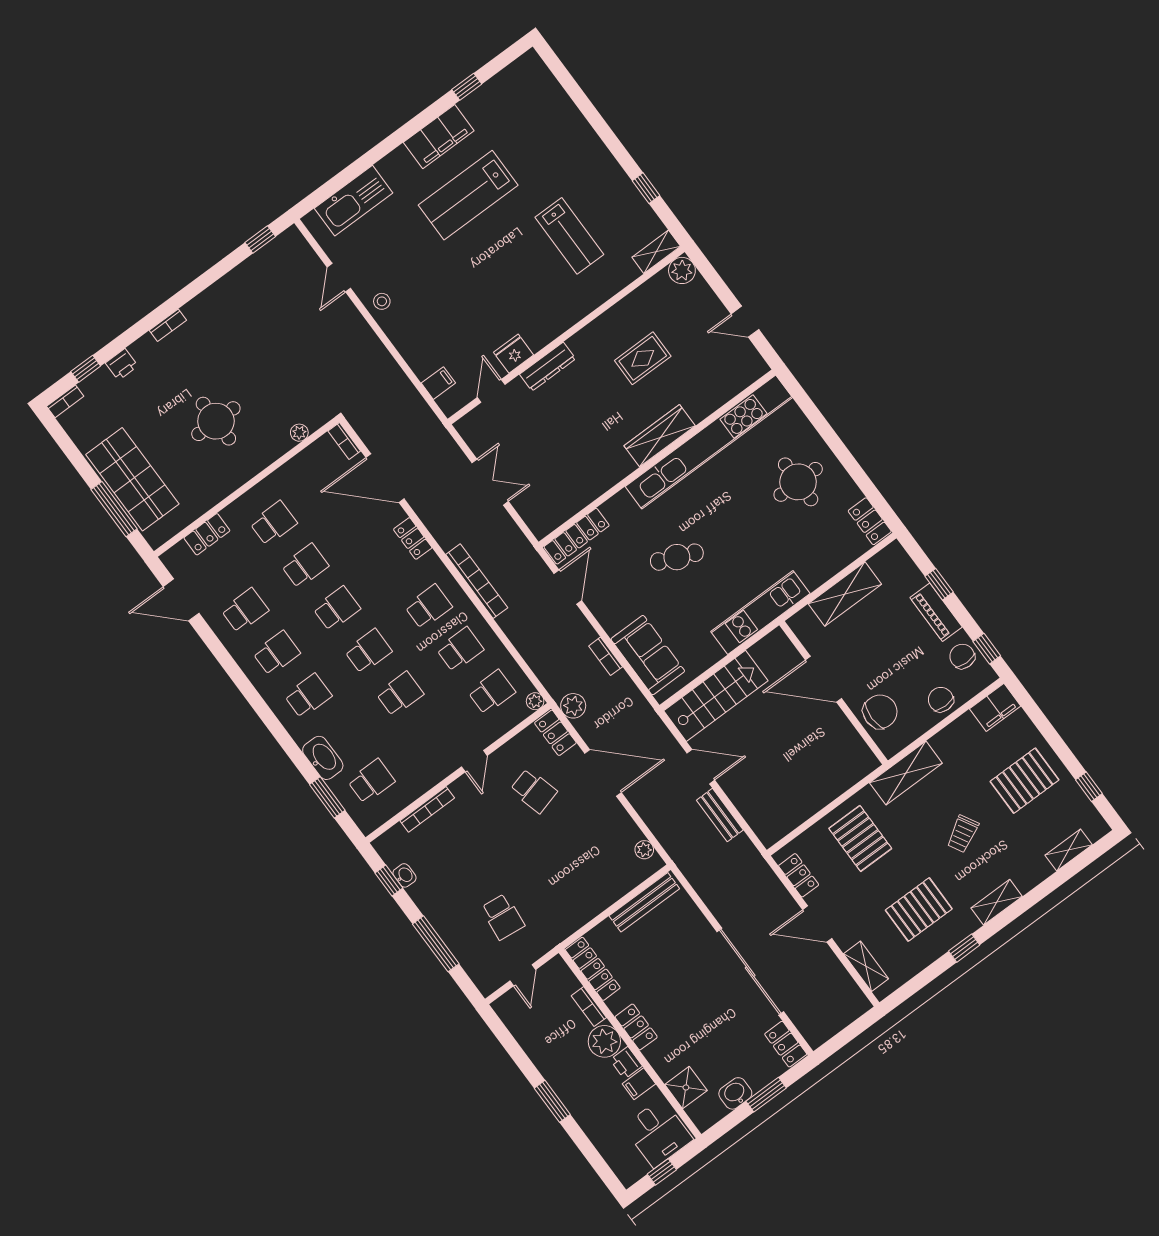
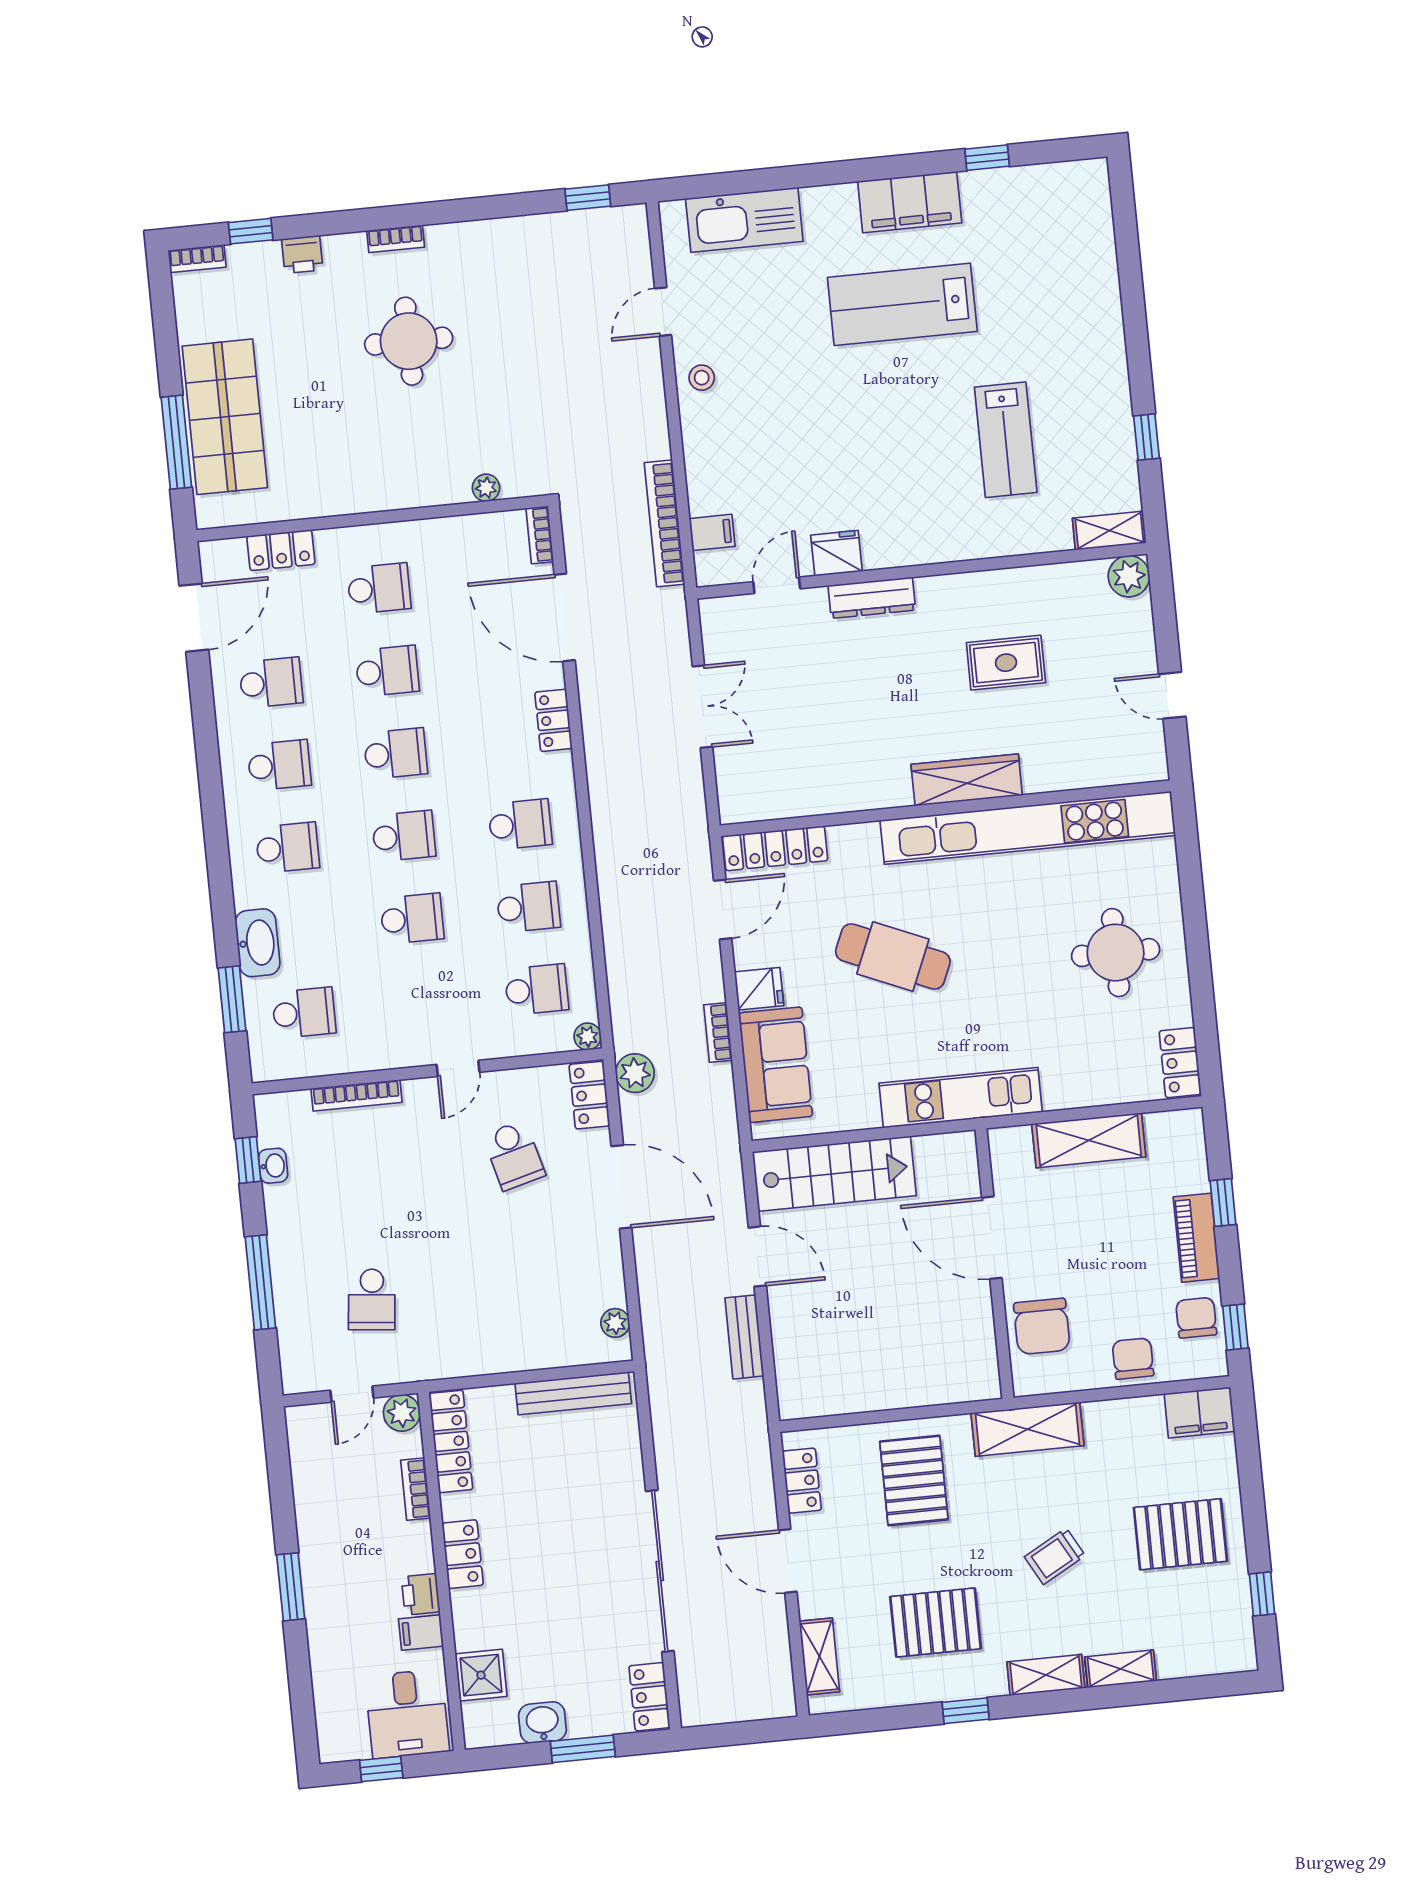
round table: (216, 421) -> (409, 341), moved
cafe table: (677, 557) -> (893, 956), width x1.37, depth x1.35
bookcase: (477, 581) -> (665, 523), moved, turned 180
door: (181, 600) -> (194, 618), swing flipped
fridge: (614, 619) -> (759, 989), added
chair: (880, 712) -> (1042, 1326), turned 90
shelving: (1069, 850) -> (1121, 1669), moved
plant: (604, 1041) -> (402, 1413), moved, width x0.73, depth x0.73

